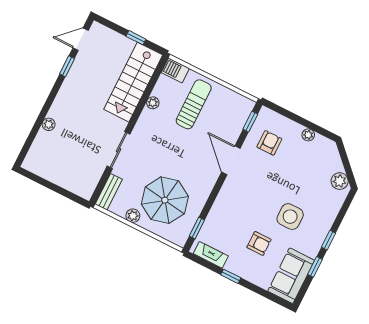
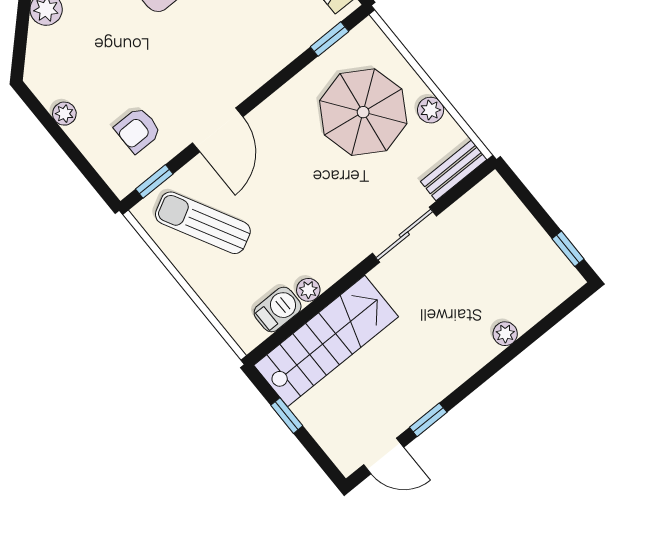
barbecue: (175, 70) -> (278, 309), moved, turned -90
sun lounger: (194, 104) -> (203, 223), moved, turned 62
window: (37, 179) -> (568, 249), added

